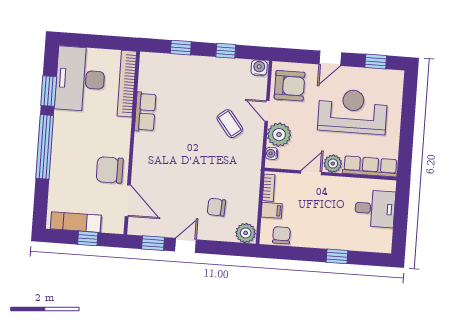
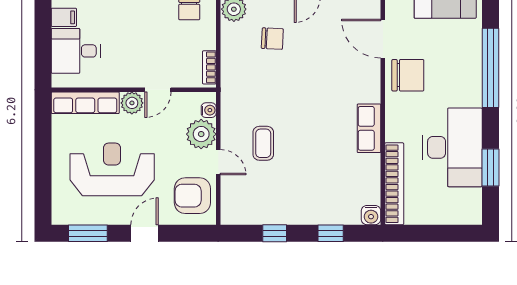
window: (376, 62) -> (88, 233), width x1.50
water cooler: (259, 68) -> (371, 215), moved
desk: (80, 79) -> (452, 147), moved
reception desk: (353, 111) -> (112, 169), turned 180
row of seats: (145, 112) -> (369, 128), moved
coffee table: (230, 124) -> (263, 143), turned 38
window: (45, 147) -> (490, 68), moved
filing cabinet: (272, 210) -> (64, 17), moved, turned 180

